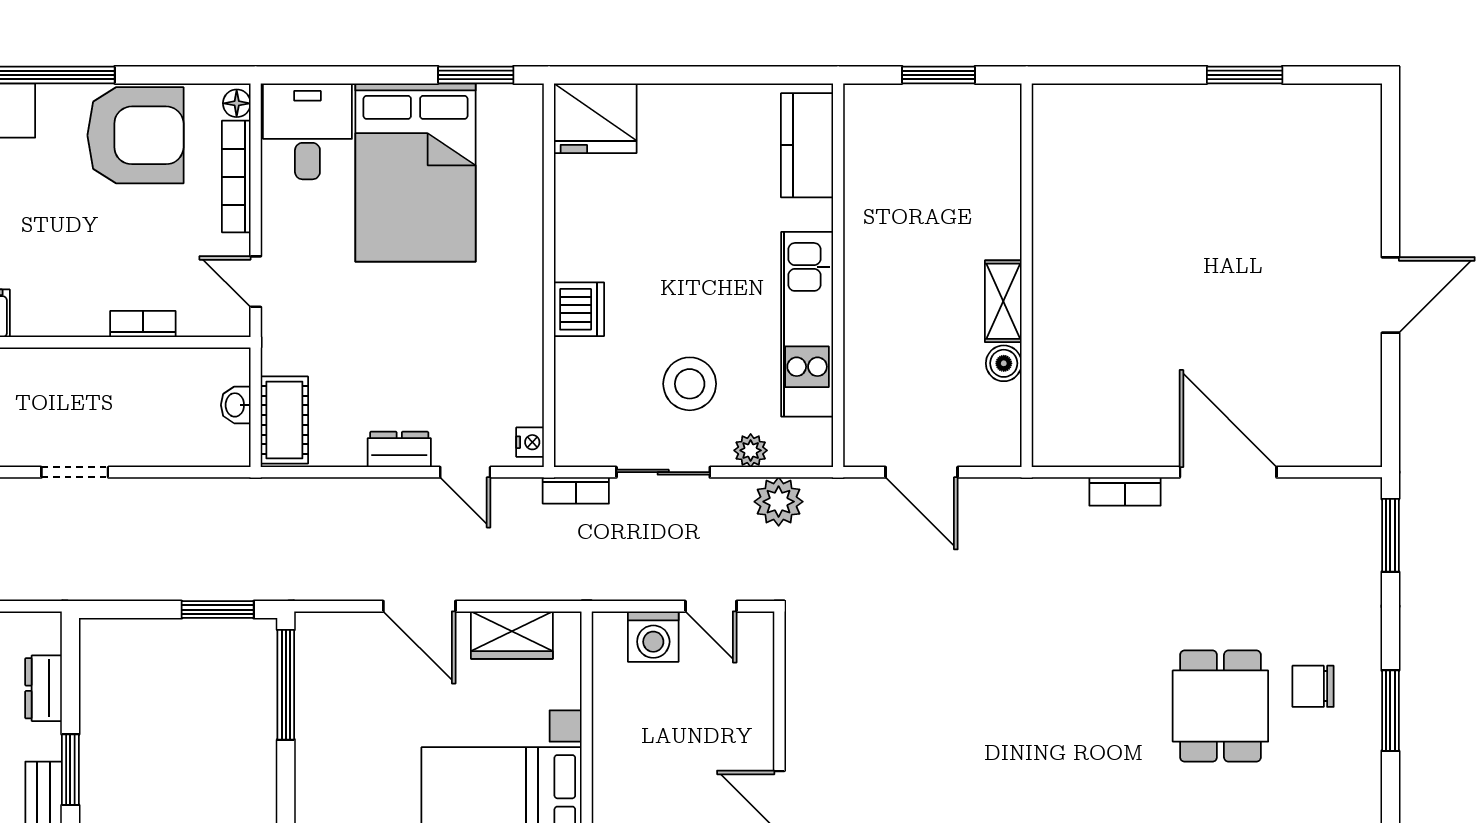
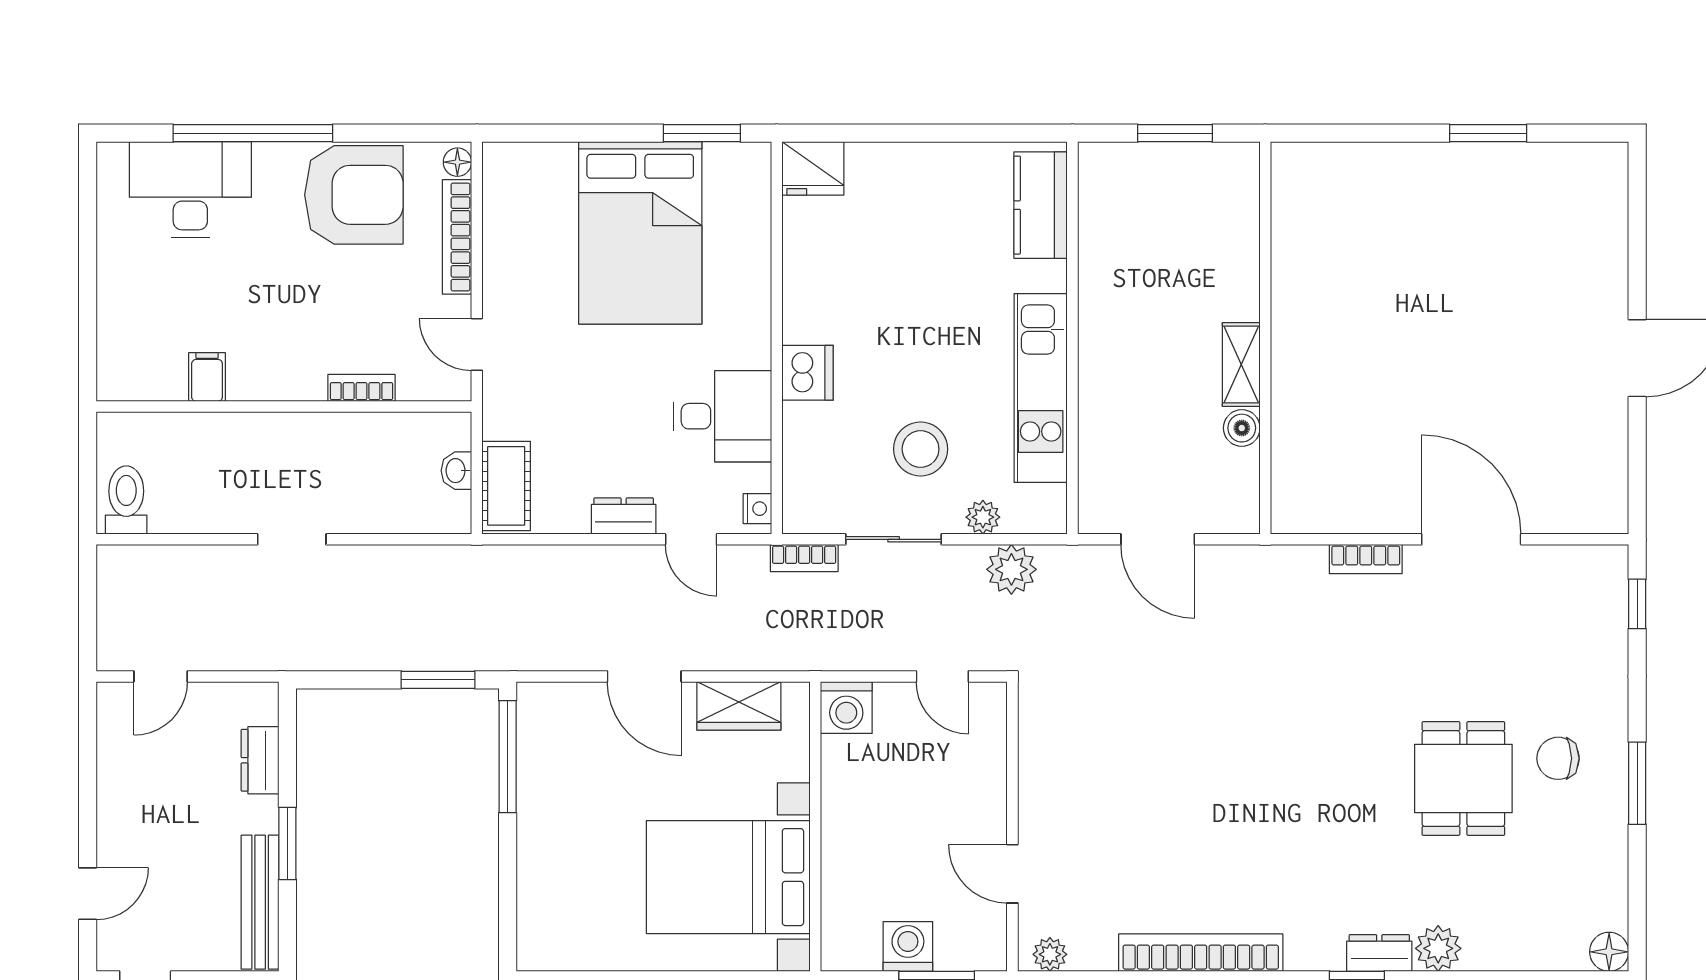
fridge: (595, 118) -> (813, 168), width x0.73, depth x0.75
desk: (307, 131) -> (722, 416), moved, turned 90
window: (1390, 535) -> (1637, 604), width x0.67
washing machine: (653, 637) -> (846, 707), moved

